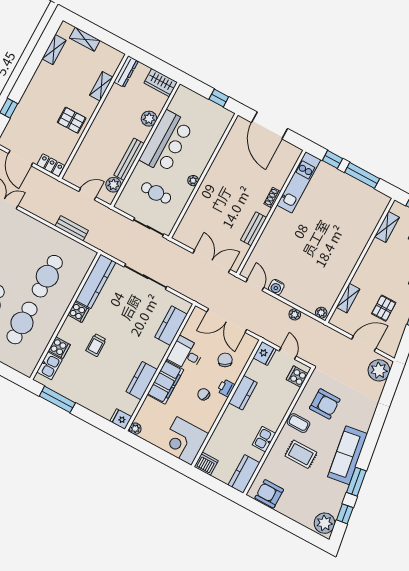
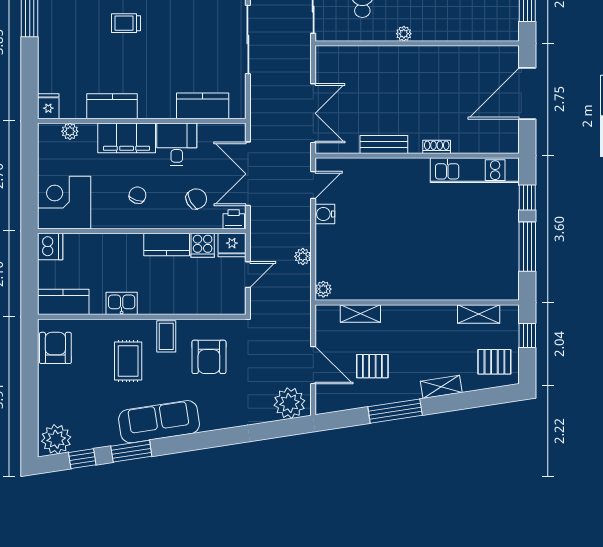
cooker: (297, 377) -> (203, 245), moved, turned 180
printer: (226, 388) -> (234, 219), moved
plant: (135, 429) -> (70, 131), moved

